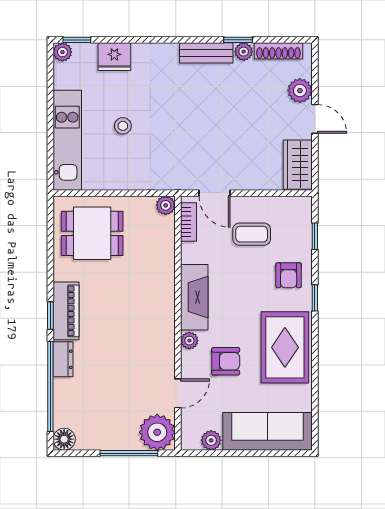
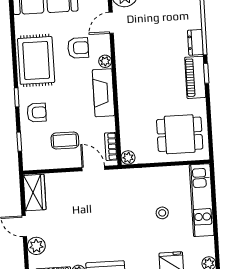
armchair: (289, 275) -> (37, 113), turned 90
armchair: (226, 361) -> (78, 48), turned 180

